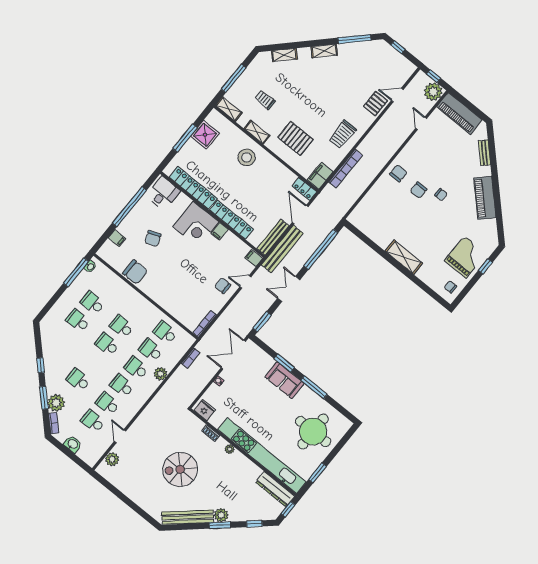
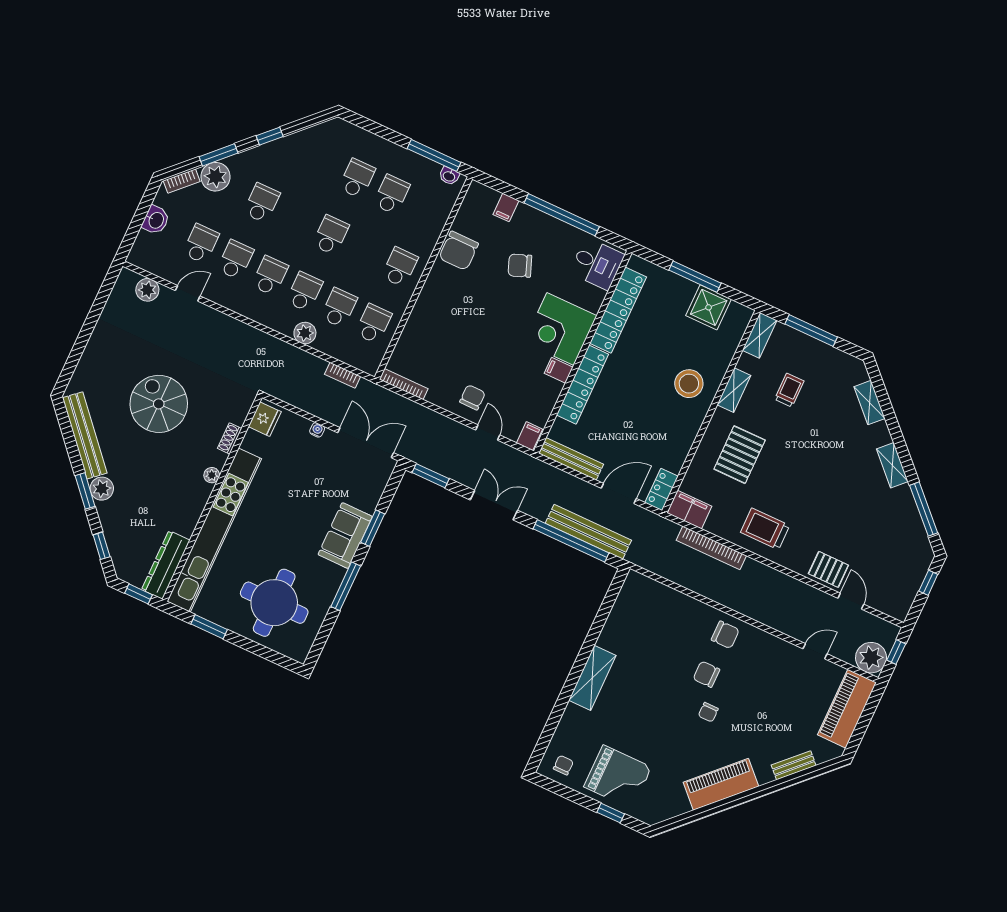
bench: (282, 249) -> (588, 532), moved
school desk: (122, 327) -> (400, 267), moved

